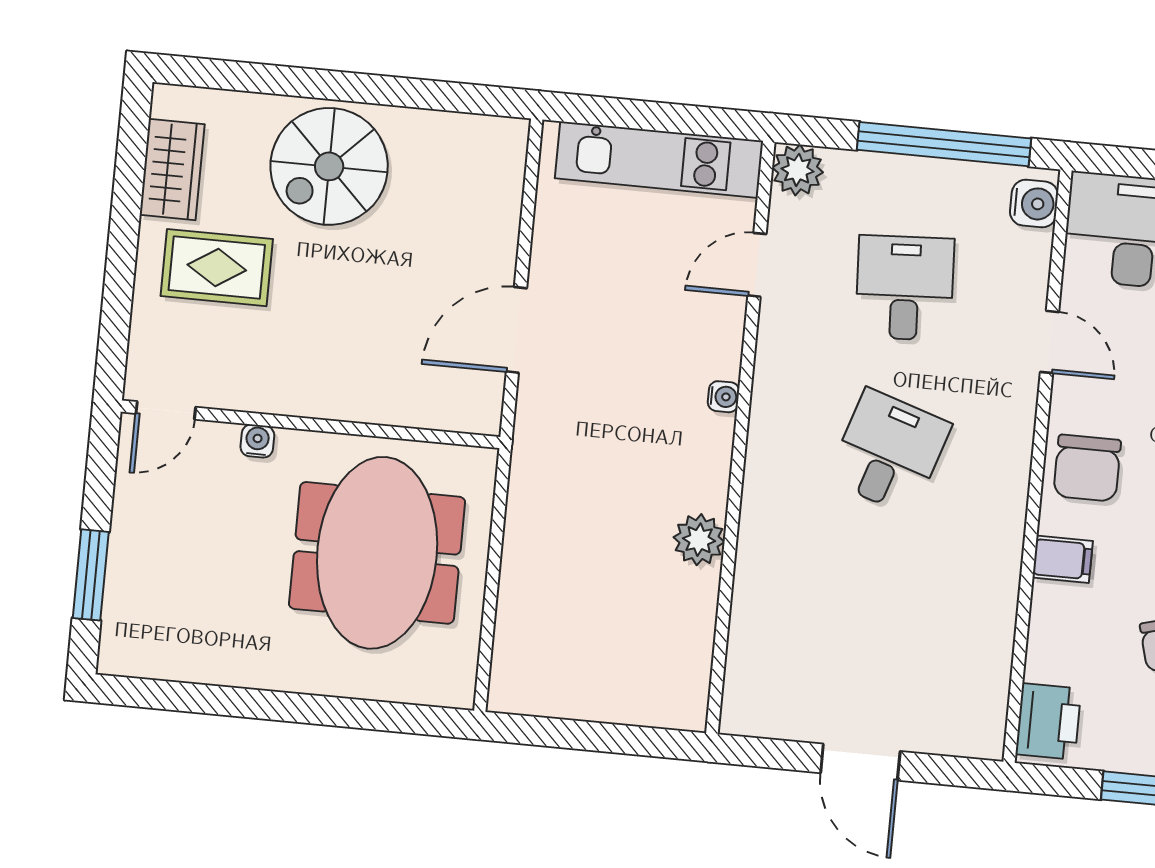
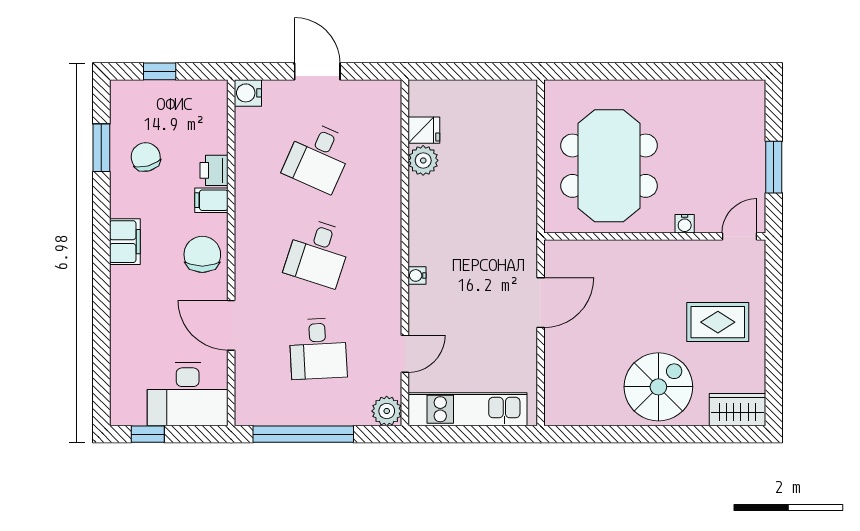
wardrobe: (172, 169) -> (737, 410), moved, turned 90
water cooler: (1034, 204) -> (248, 93), moved
door: (1049, 342) -> (231, 325), width x1.38
plant: (699, 540) -> (423, 160), moved
window: (91, 575) -> (774, 167), moved
desk: (873, 616) -> (318, 157), added
fridge: (688, 644) -> (424, 130), added
printer: (1048, 721) -> (214, 170), moved, width x0.73, depth x0.81

